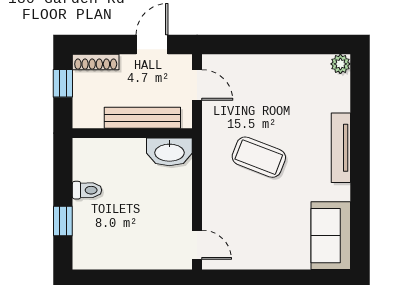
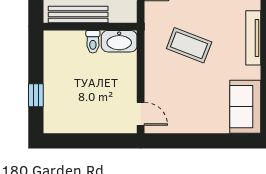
bench: (142, 118) -> (78, 14), moved
toilet: (87, 190) -> (93, 42), moved, turned 90

